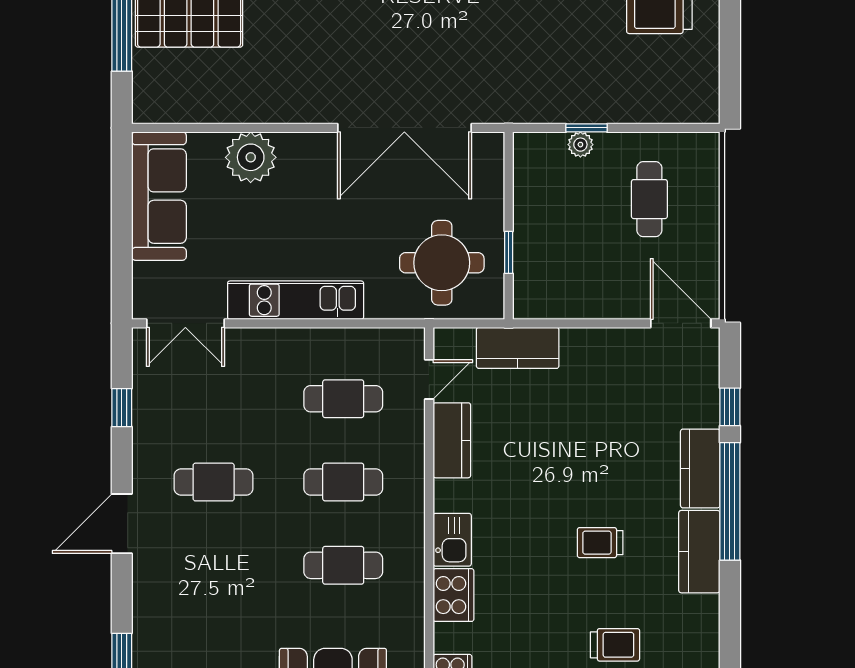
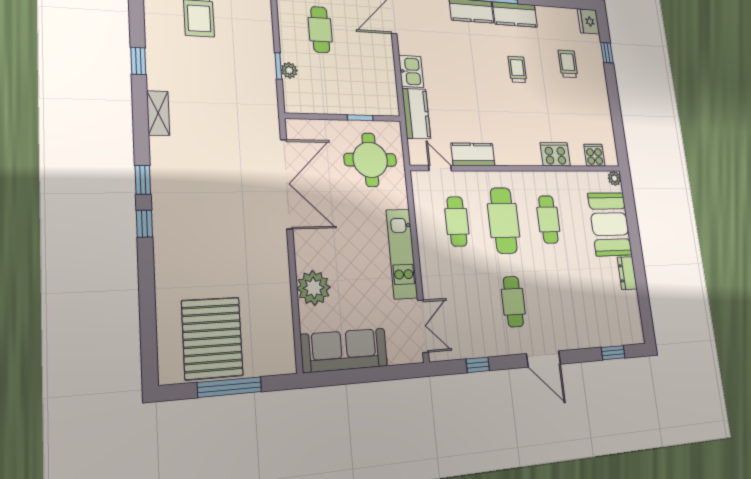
cafe table: (649, 199) -> (320, 30), turned 90
cafe table: (343, 482) -> (504, 220), width x1.37, depth x1.35
kitchen sink: (452, 540) -> (411, 71), moved, turned 90
trolley: (600, 543) -> (517, 69), turned 180

